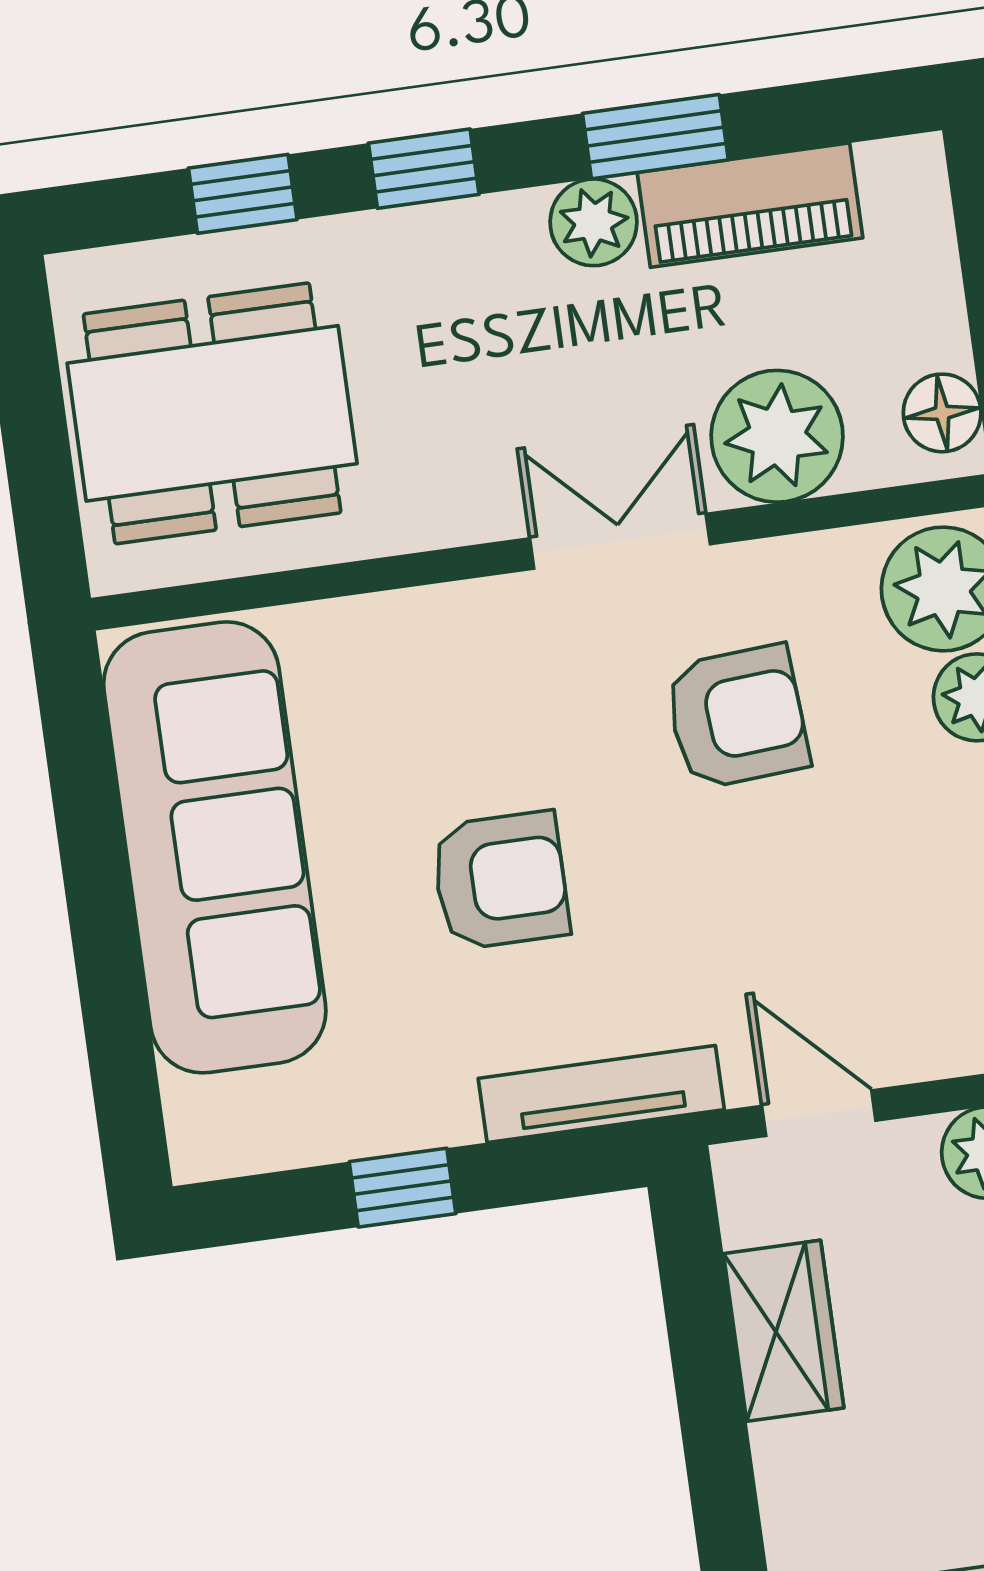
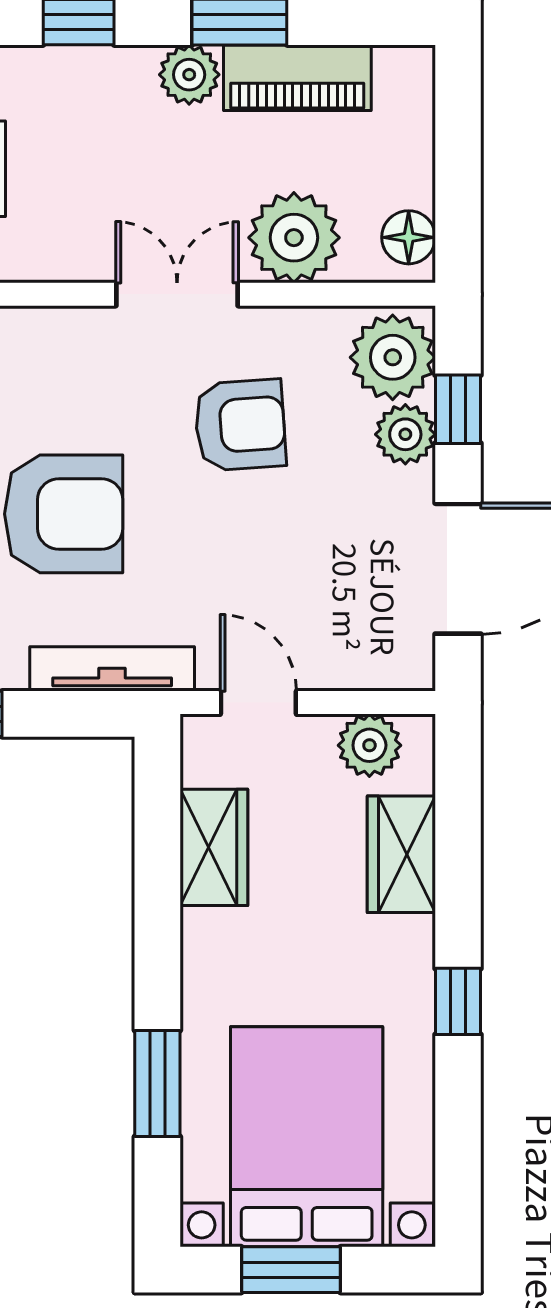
armchair: (500, 881) -> (64, 514), width x1.36, depth x1.36

